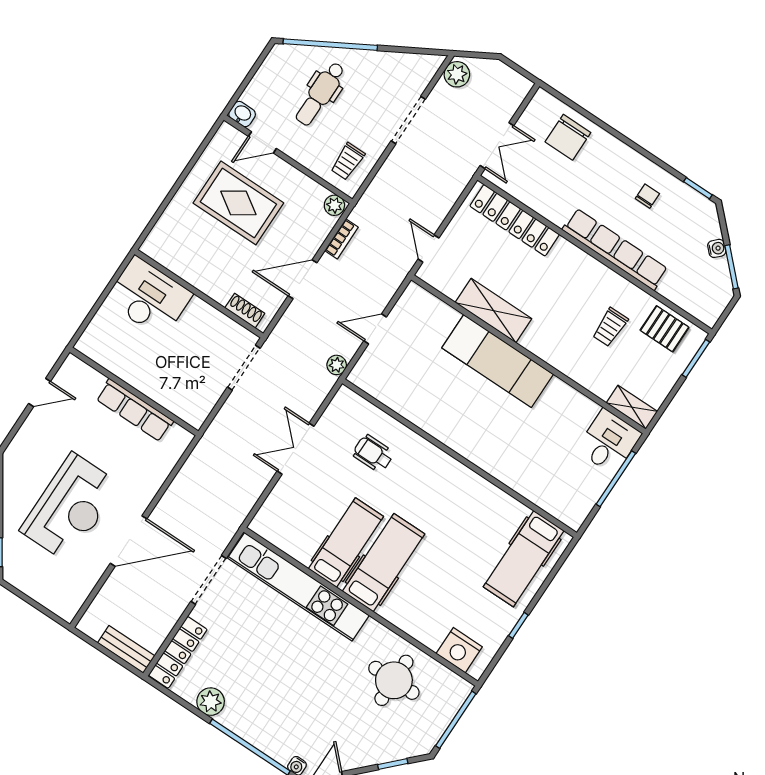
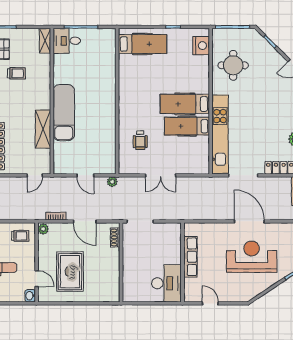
desk: (149, 297) -> (166, 283), moved, turned 180

